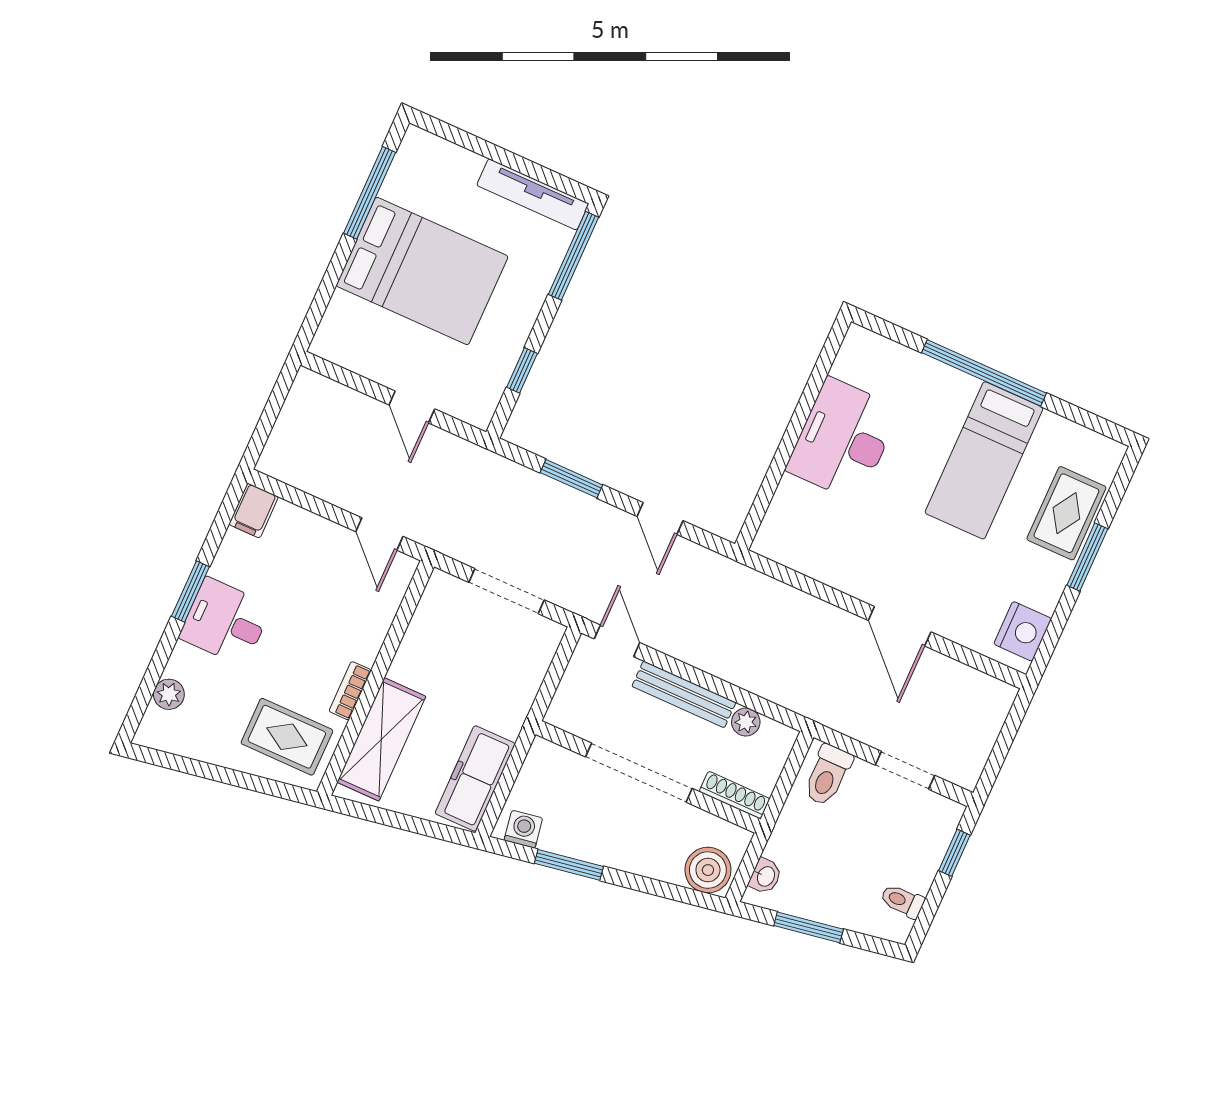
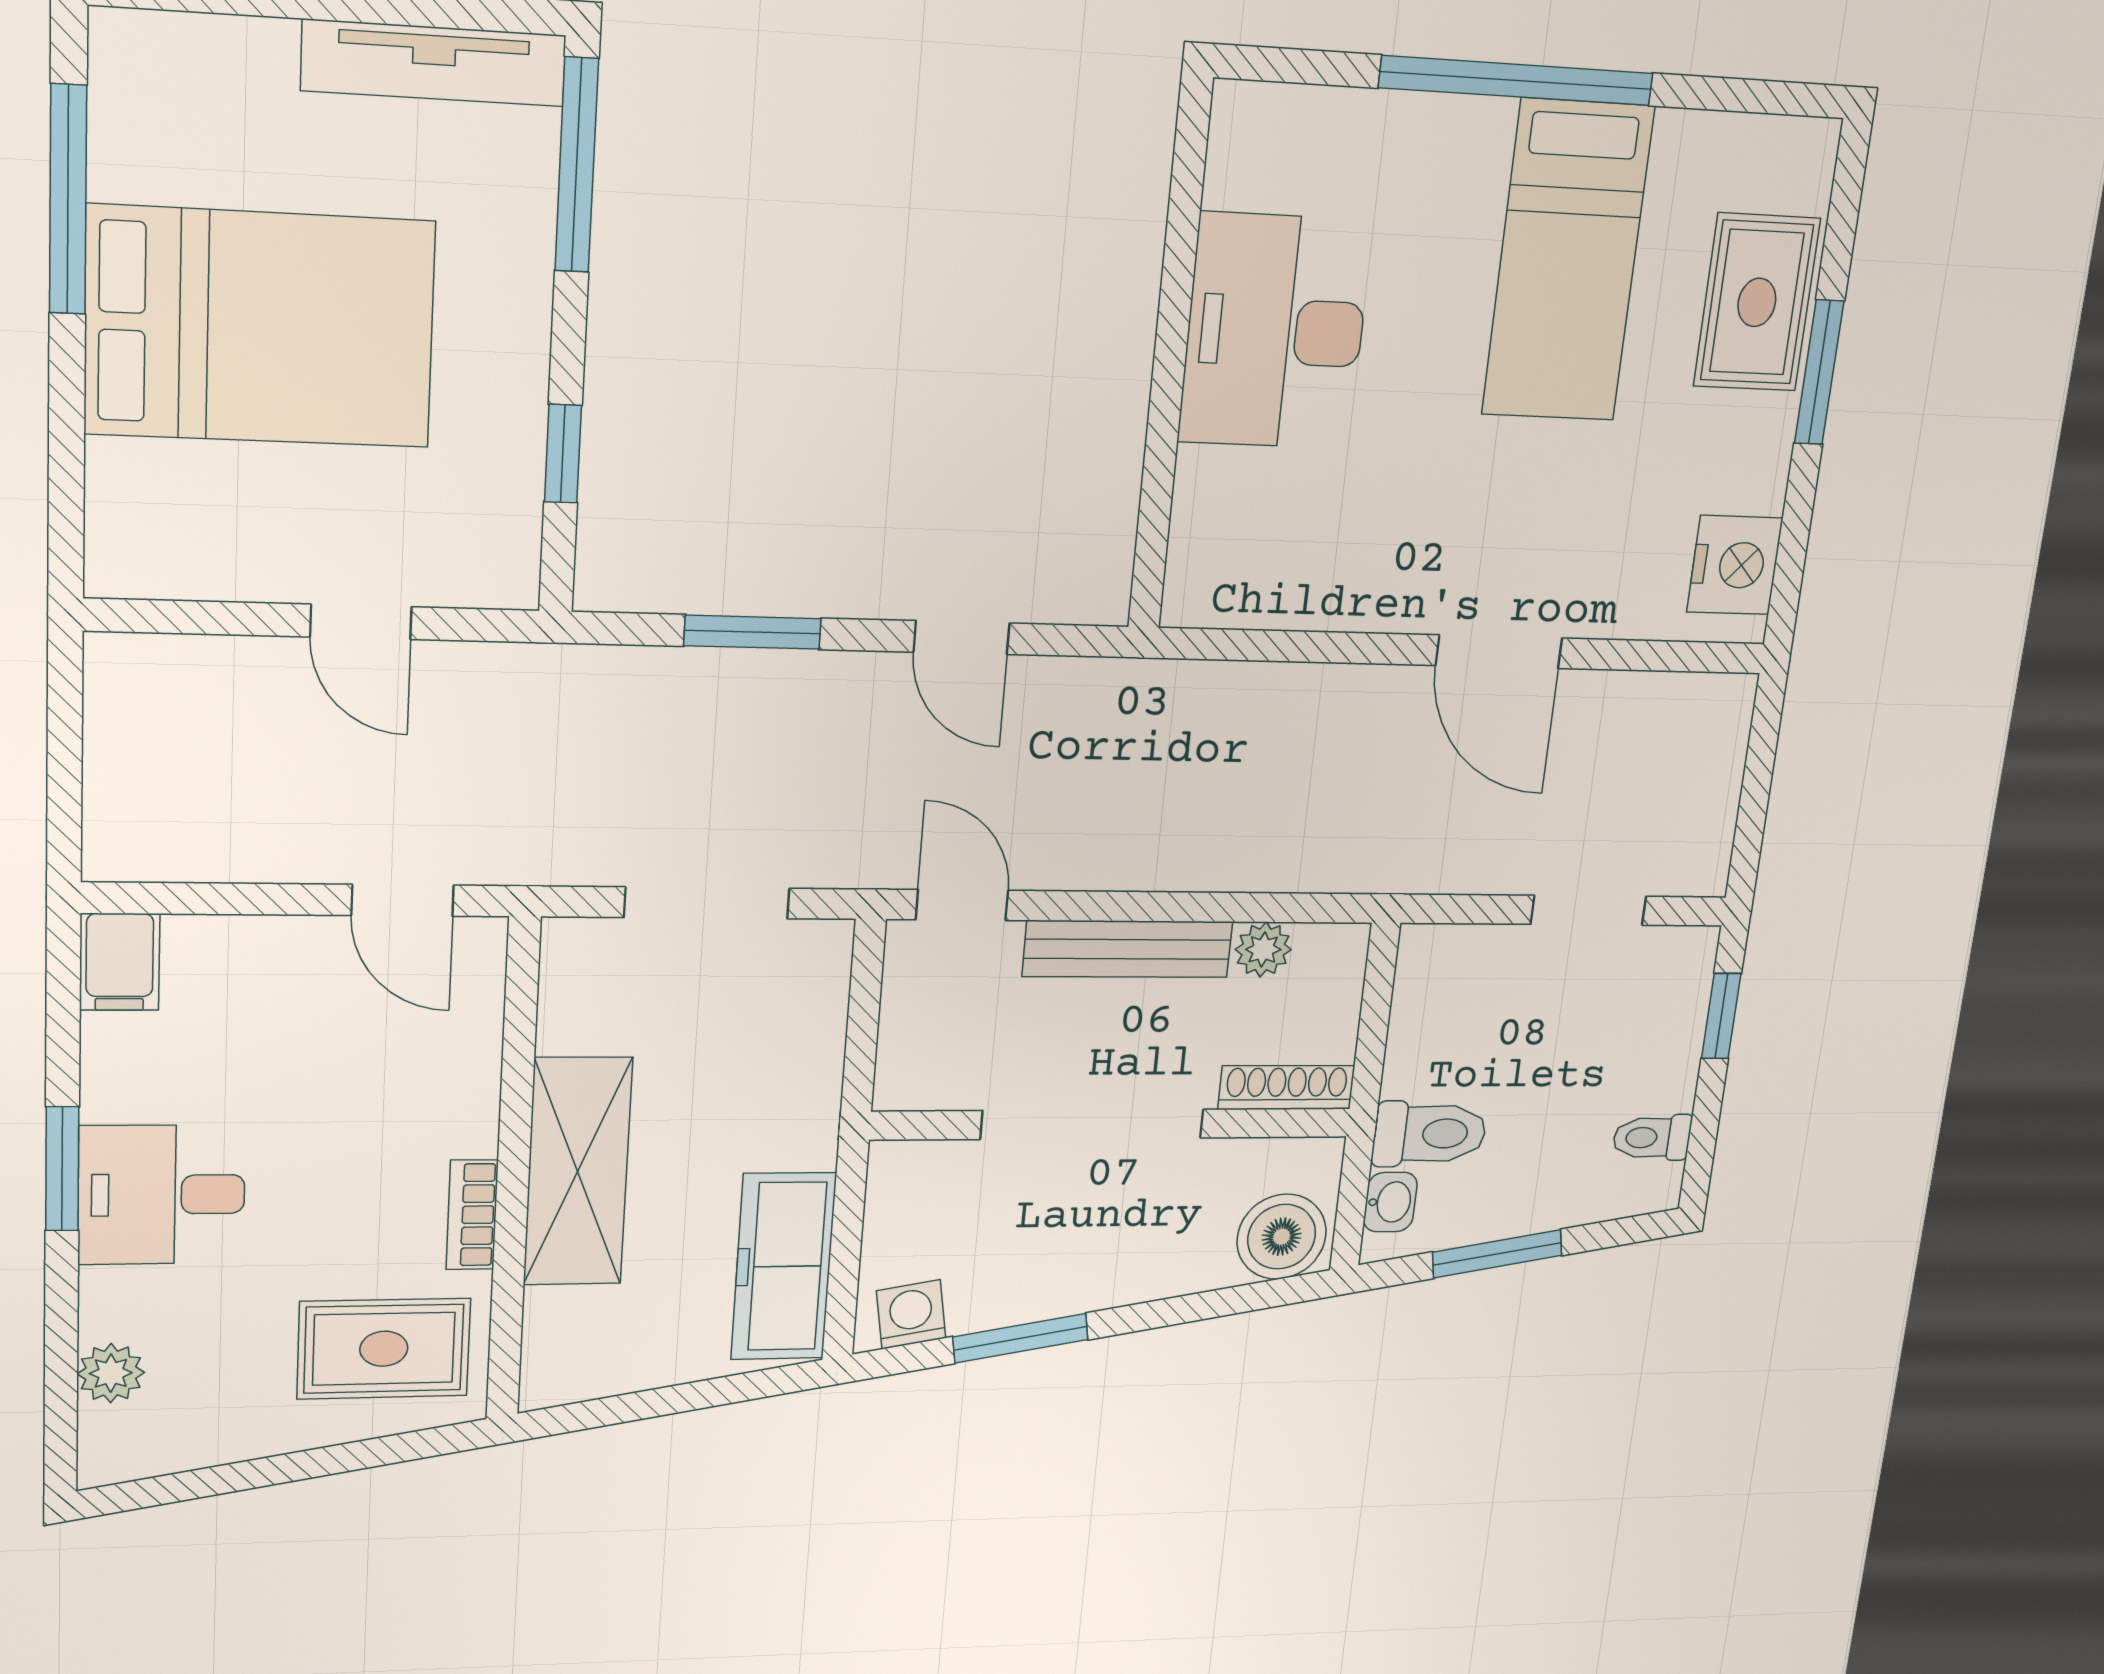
shelving: (381, 739) -> (578, 1172), moved
toilet: (828, 775) -> (1430, 1134), moved, turned -90

